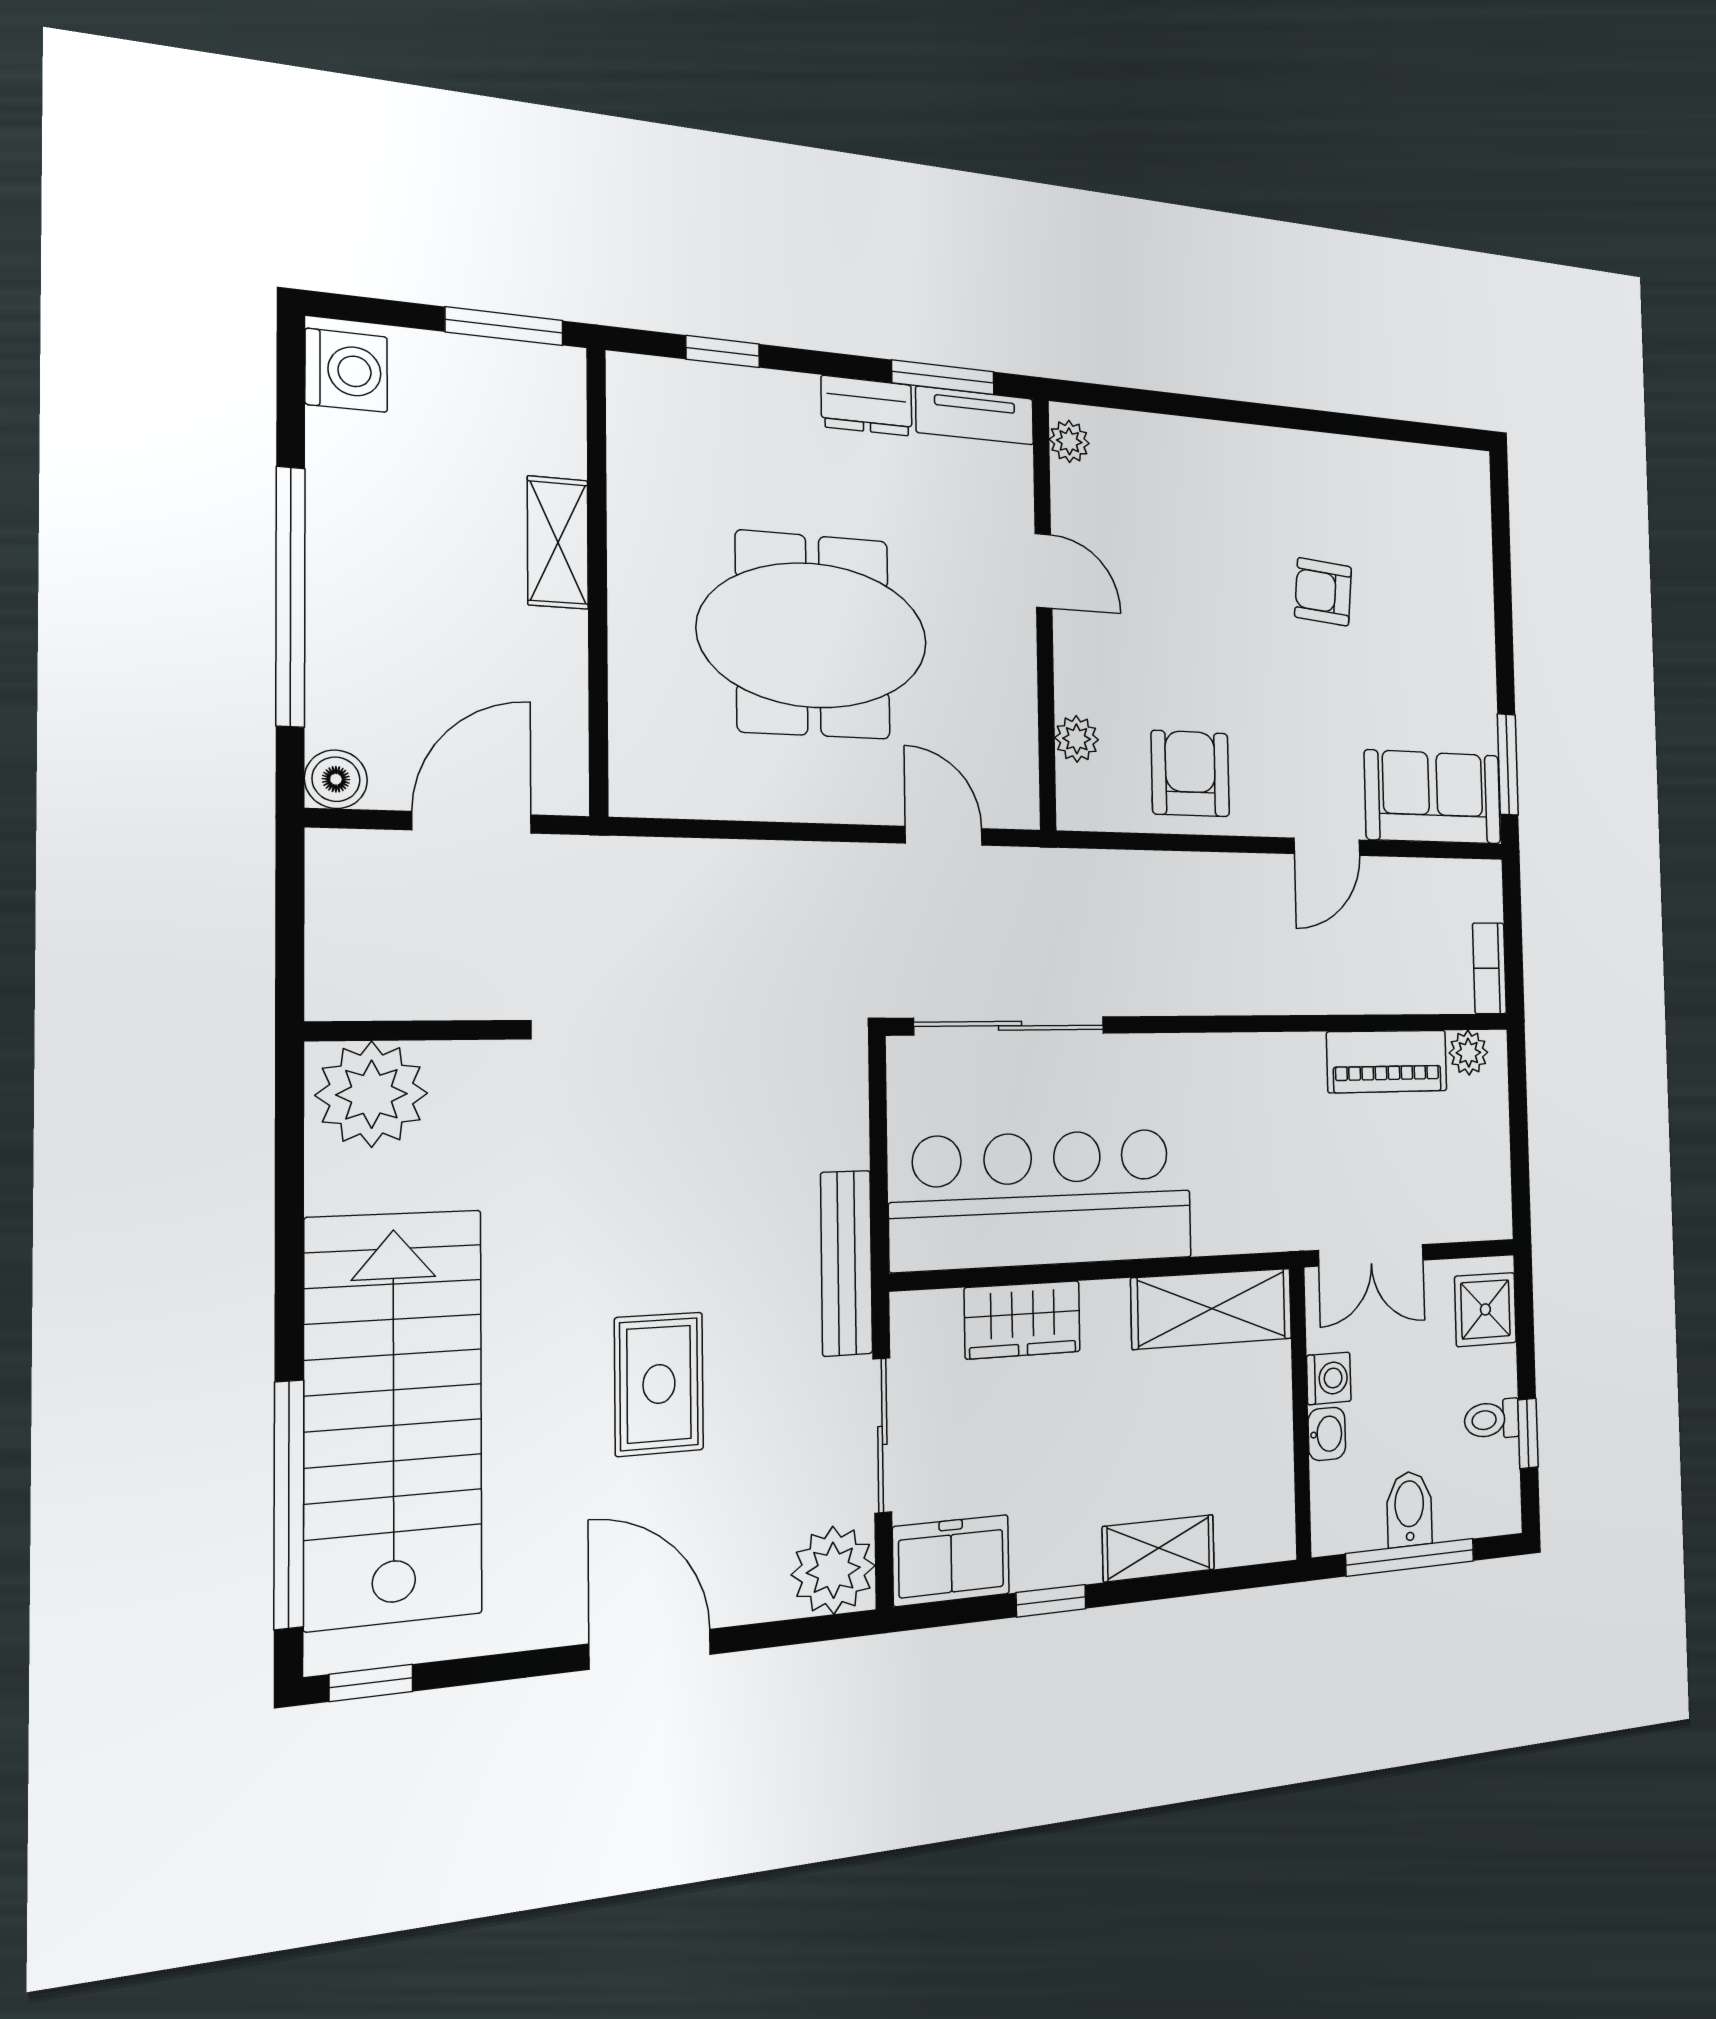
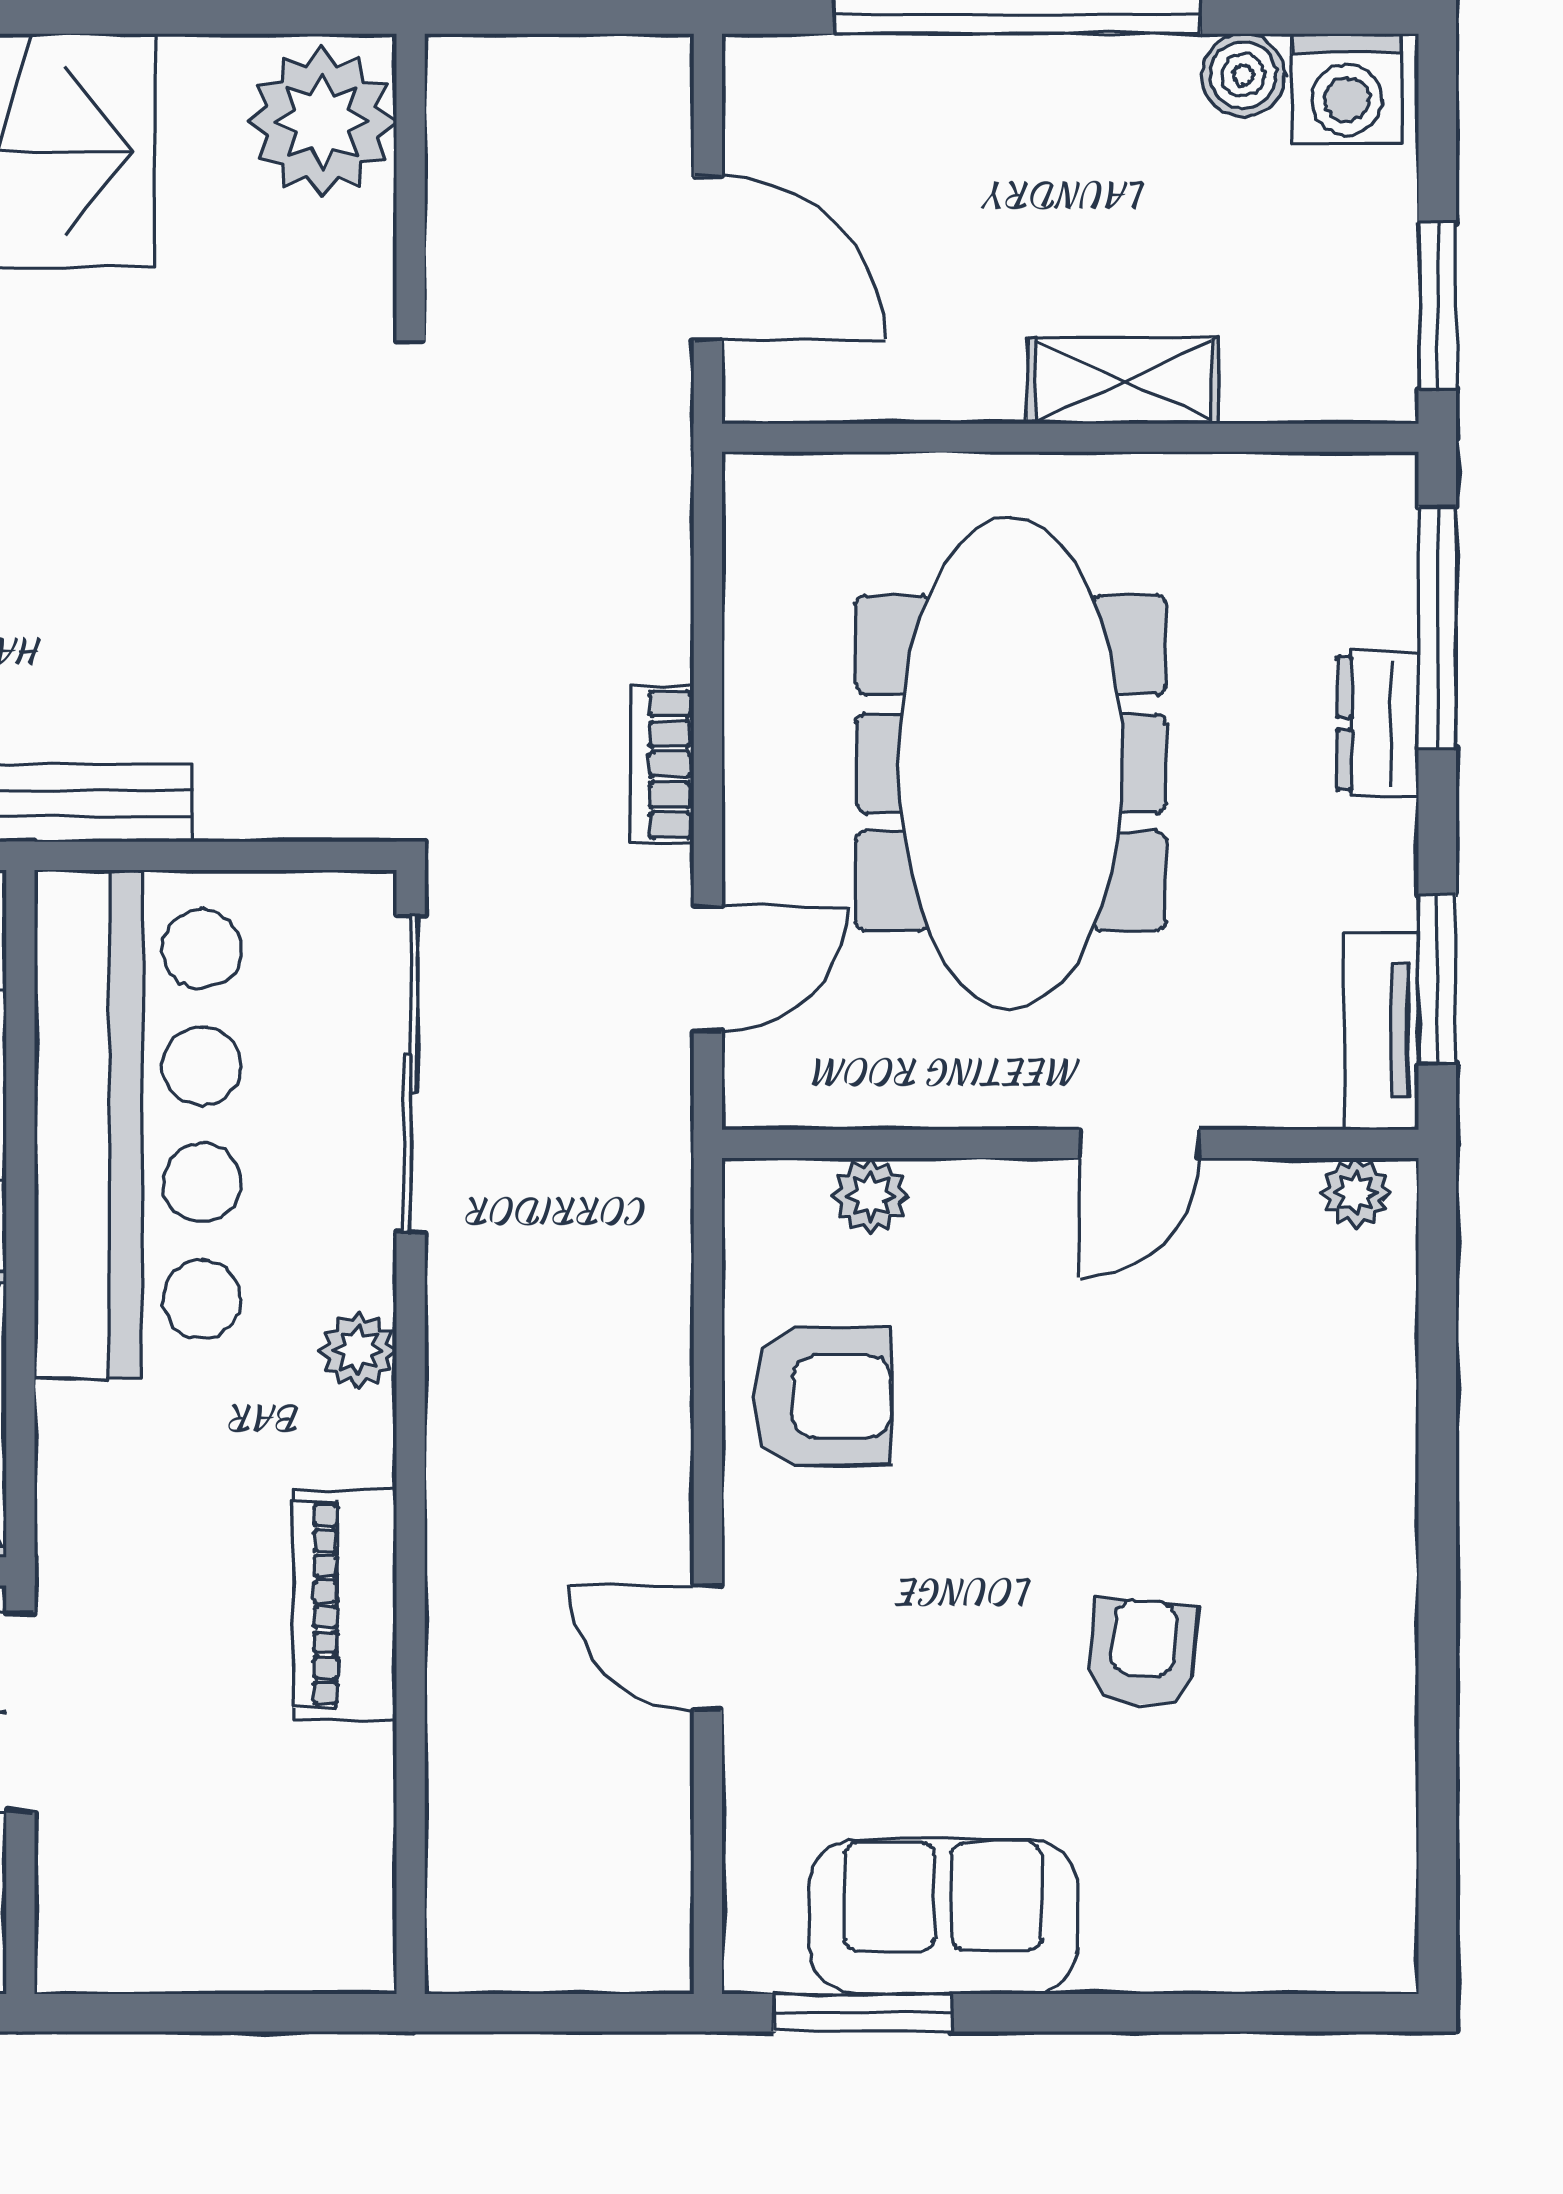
window: (723, 352) -> (1437, 628), width x2.17
dresser: (867, 406) -> (1378, 723), moved
meeting table: (813, 635) -> (1011, 763), width x1.36
boiler: (336, 779) -> (1243, 75), moved
sofa: (1433, 797) -> (943, 1917), moved, turned -90
bookcase: (1489, 968) -> (662, 765), moved, turned -90
plant: (1468, 1053) -> (358, 1351), moved
piano: (1387, 1061) -> (345, 1604), moved

